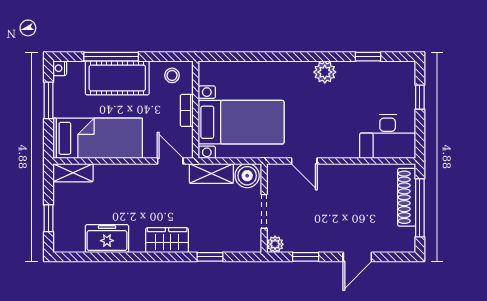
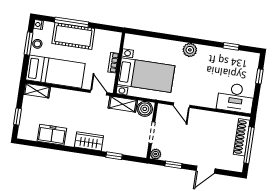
plant: (325, 72) -> (190, 50), moved
stool: (172, 75) -> (37, 44), moved

